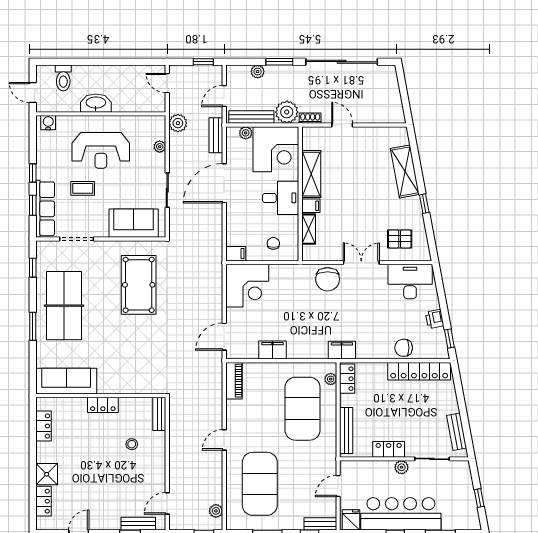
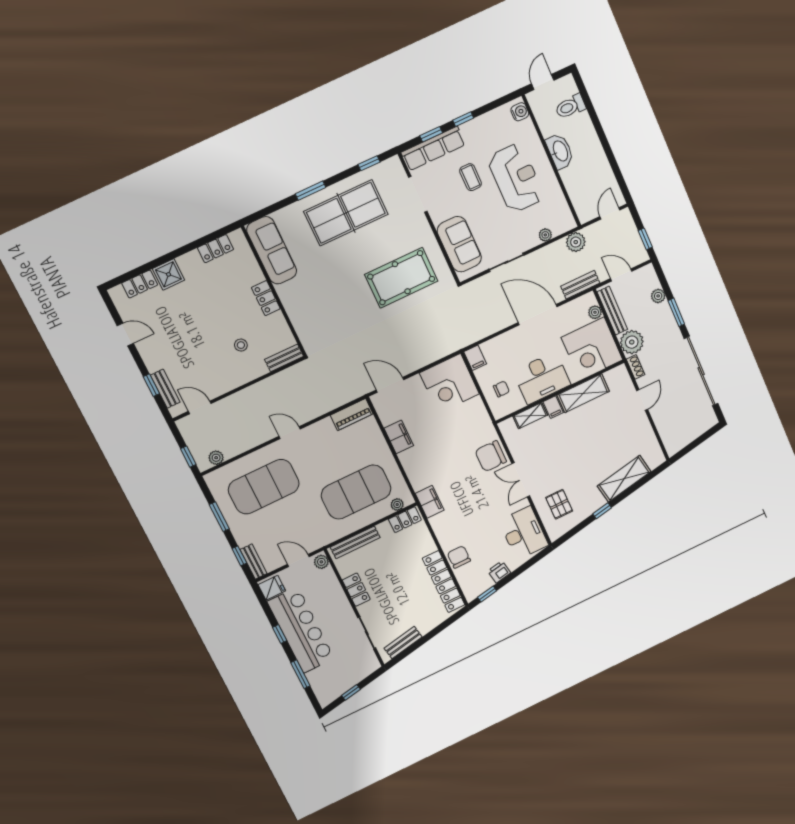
reception desk: (101, 150) -> (516, 178), turned 180
desk: (281, 198) -> (542, 378), width x1.37
double door: (361, 263) -> (521, 480), swing flipped
plant: (402, 467) -> (321, 562), moved

